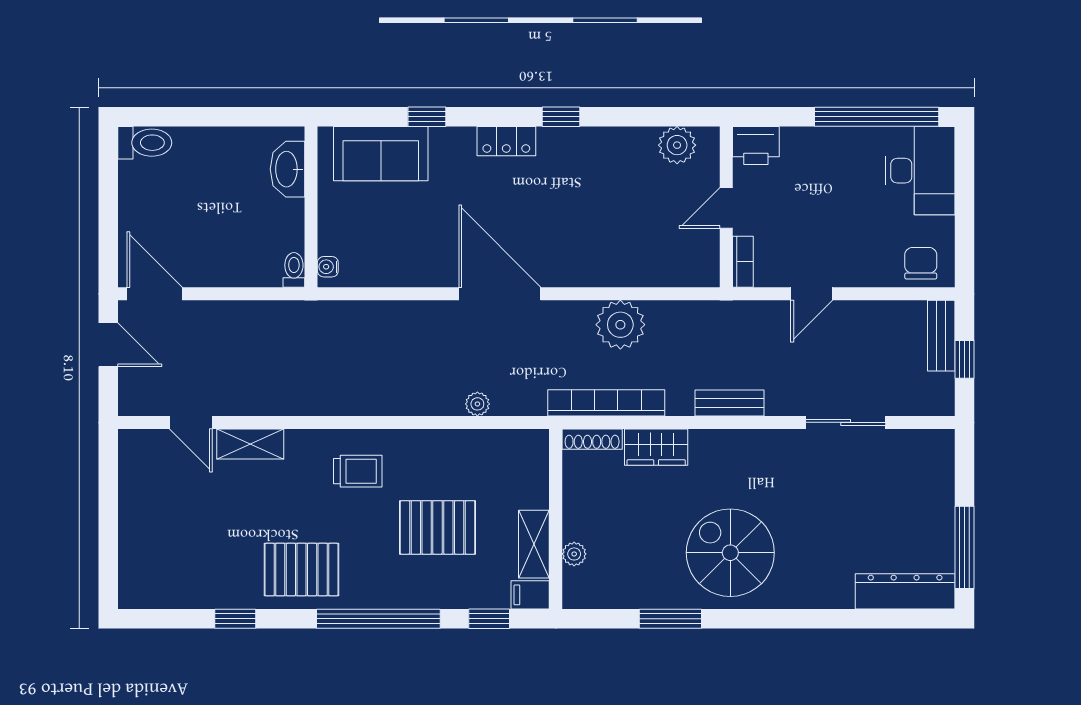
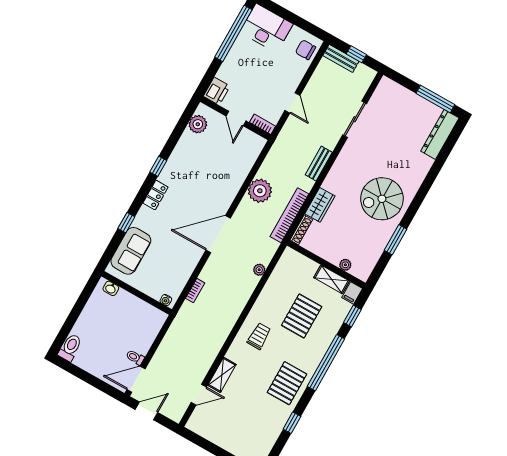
washbasin: (287, 169) -> (111, 288), width x0.52, depth x0.69
toilet: (294, 270) -> (135, 357), moved
bookcase: (375, 310) -> (195, 291), added

